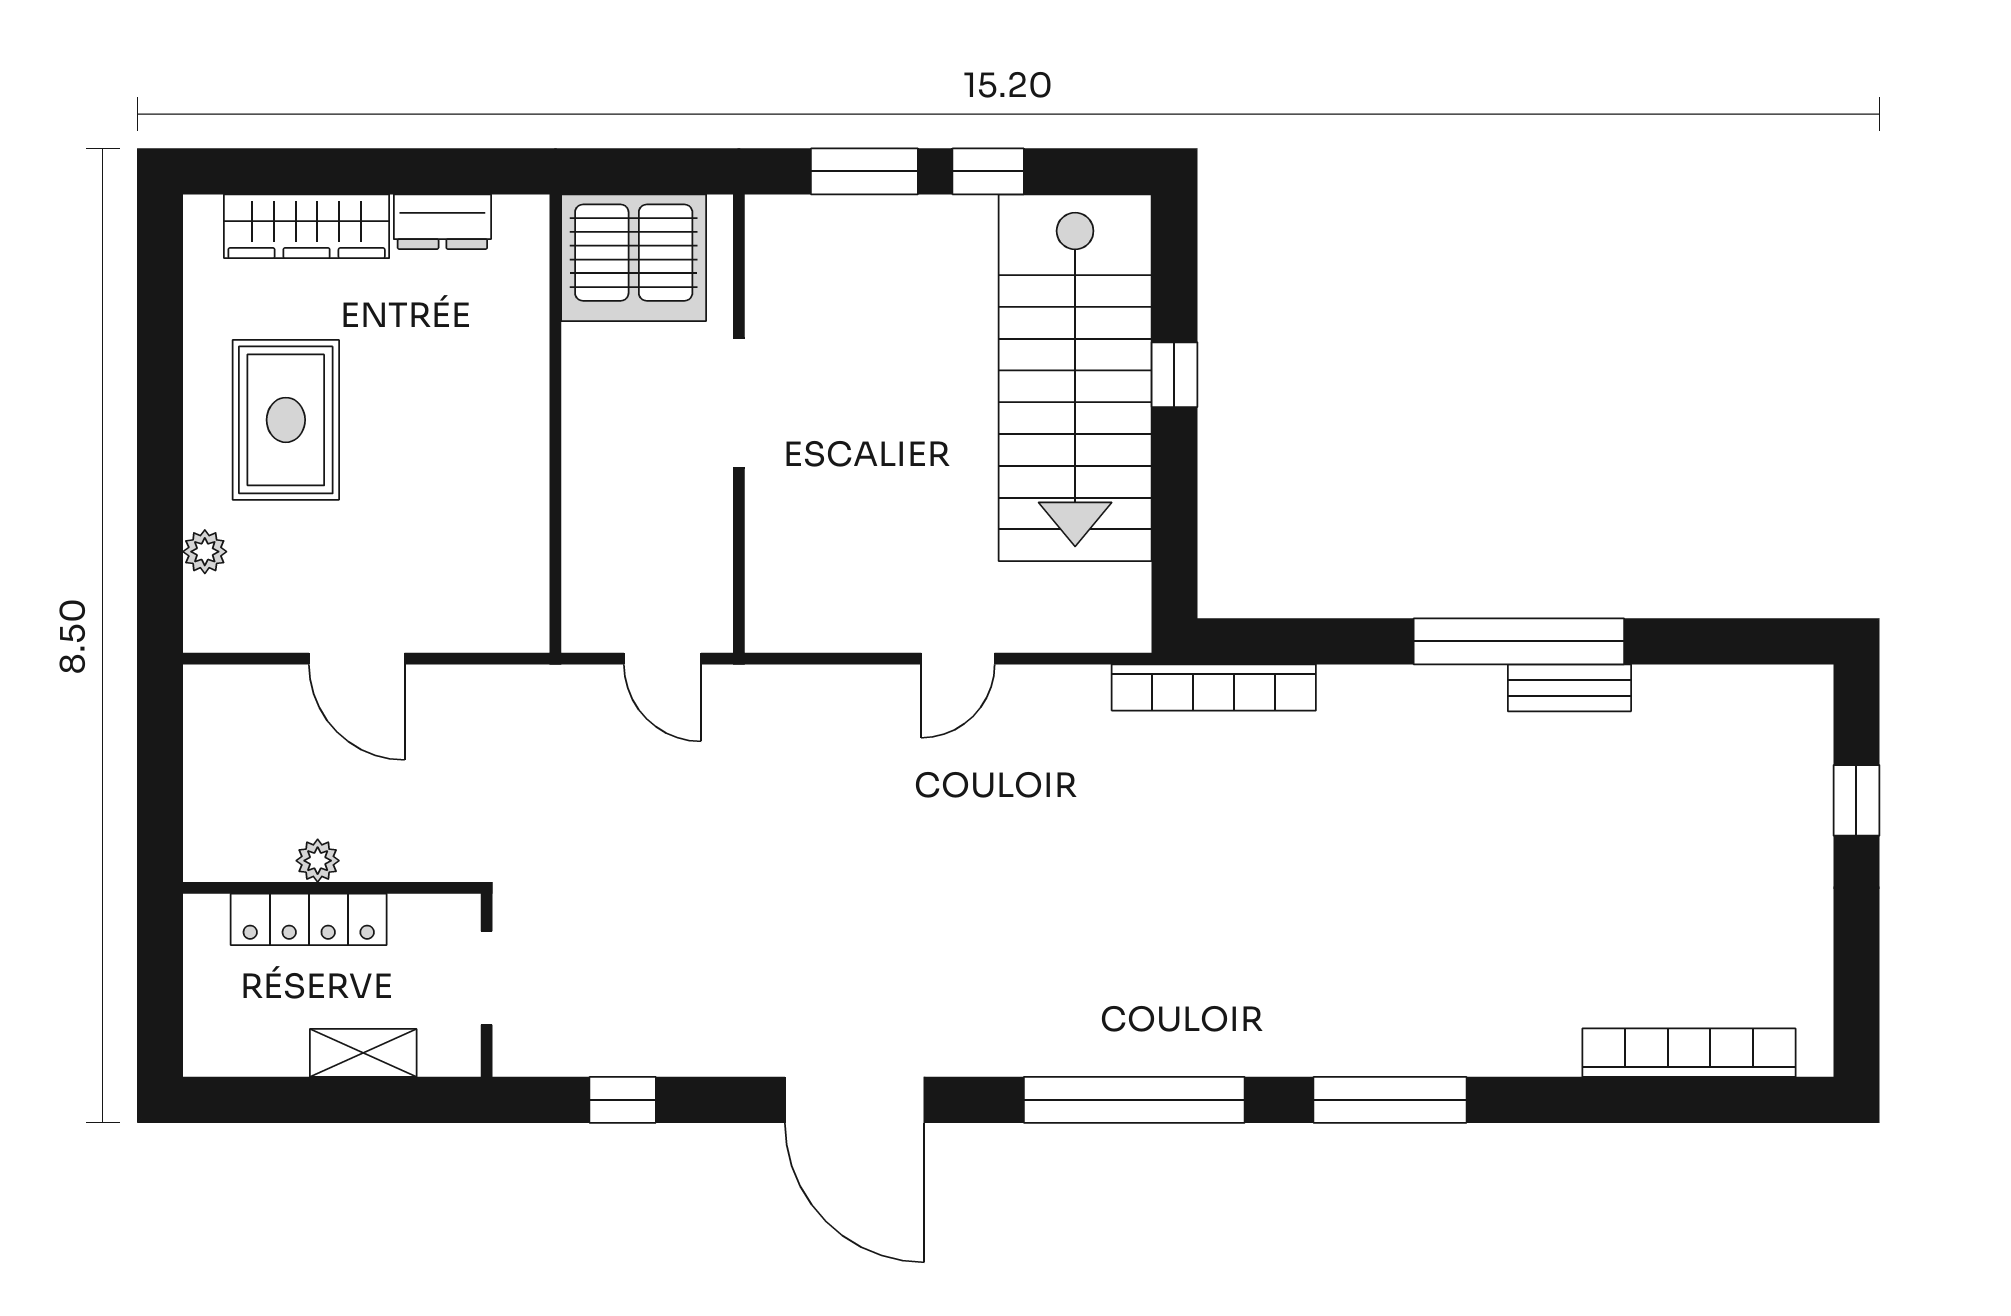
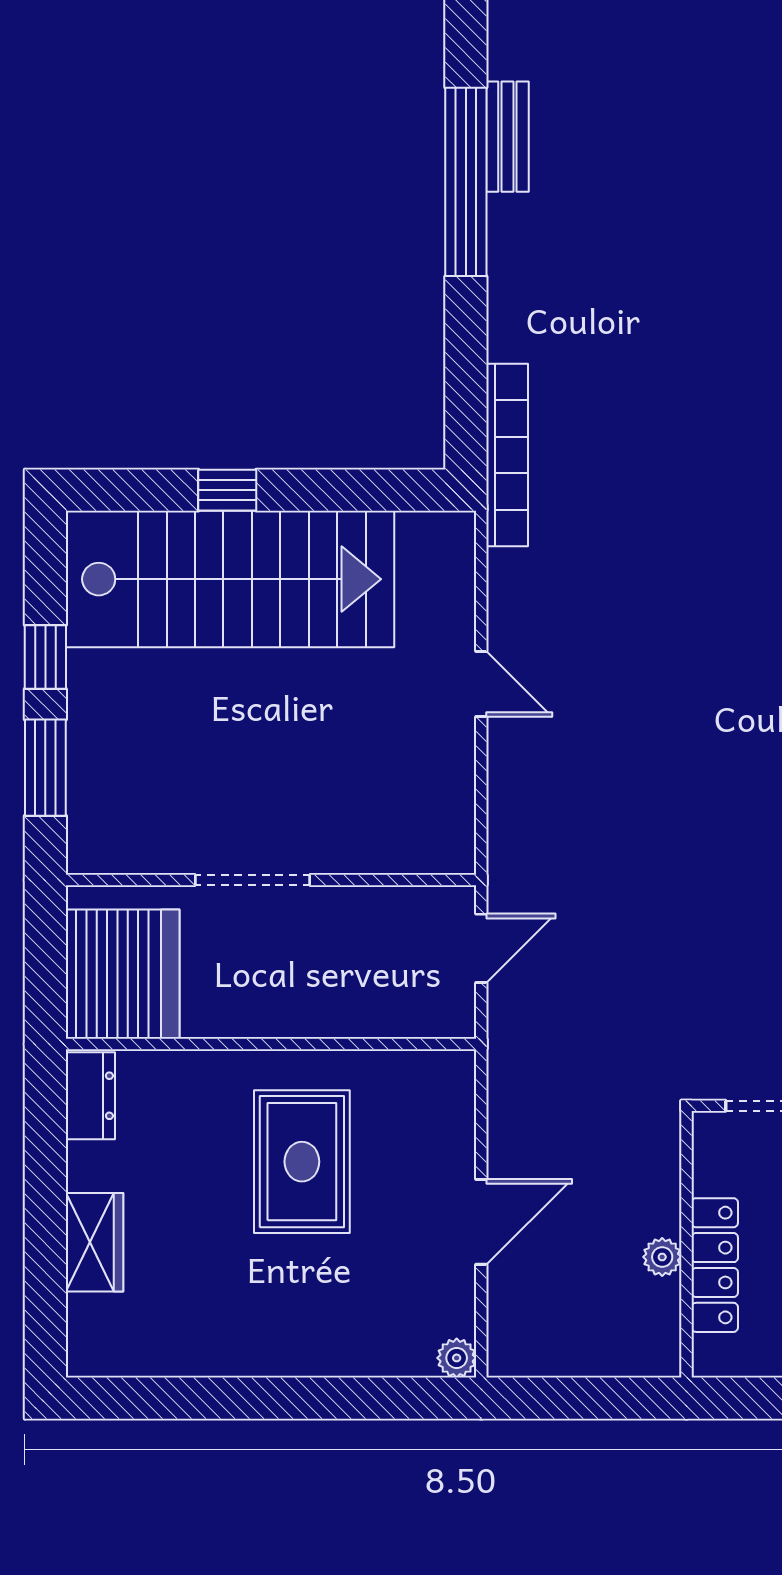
dresser: (442, 222) -> (90, 1096), moved
wardrobe: (307, 226) -> (94, 1242), width x0.67
rug: (286, 420) -> (302, 1162), moved, turned 90
plant: (205, 552) -> (457, 1358), moved

